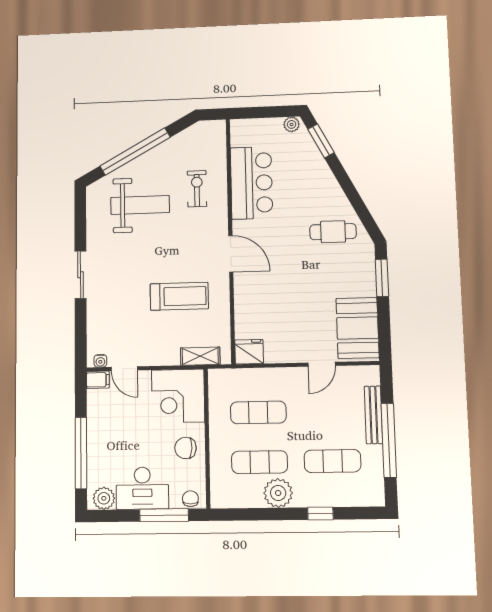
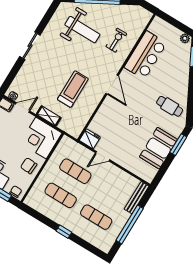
treadmill: (179, 296) -> (73, 89), turned -90
booth: (358, 328) -> (158, 148), moved
shelving: (200, 356) -> (49, 116), moved
door: (322, 364) -> (103, 156), moved
door: (124, 369) -> (23, 107), swing flipped
bench: (373, 415) -> (137, 198), moved
plant: (278, 493) -> (60, 216), removed
window: (320, 513) -> (64, 232), moved

